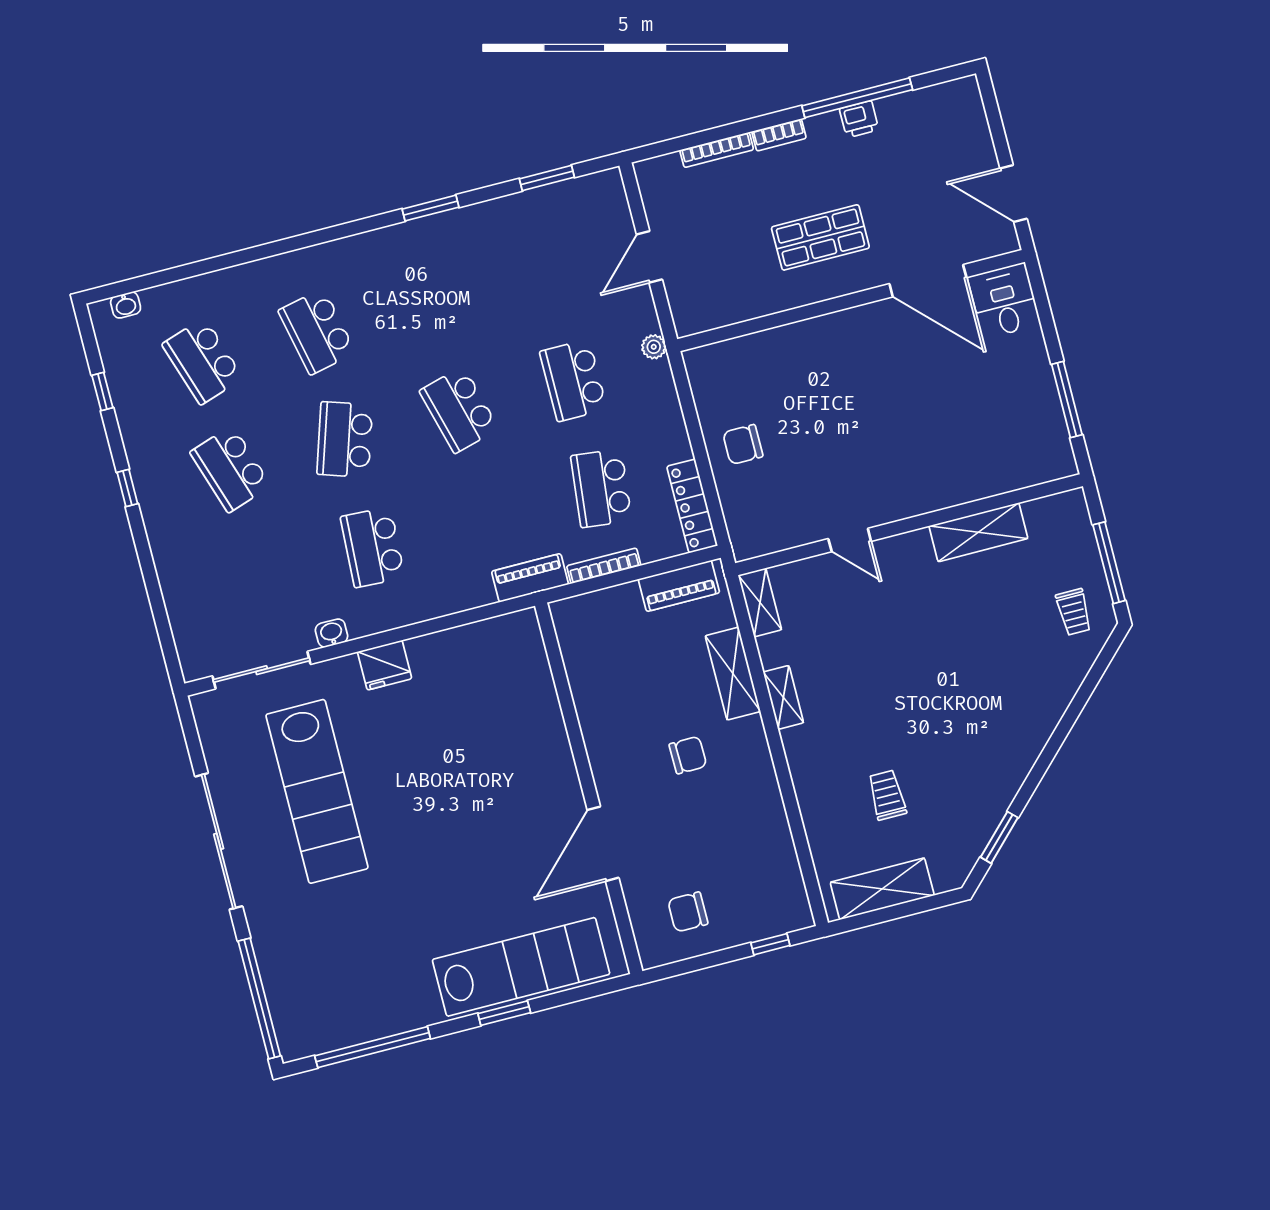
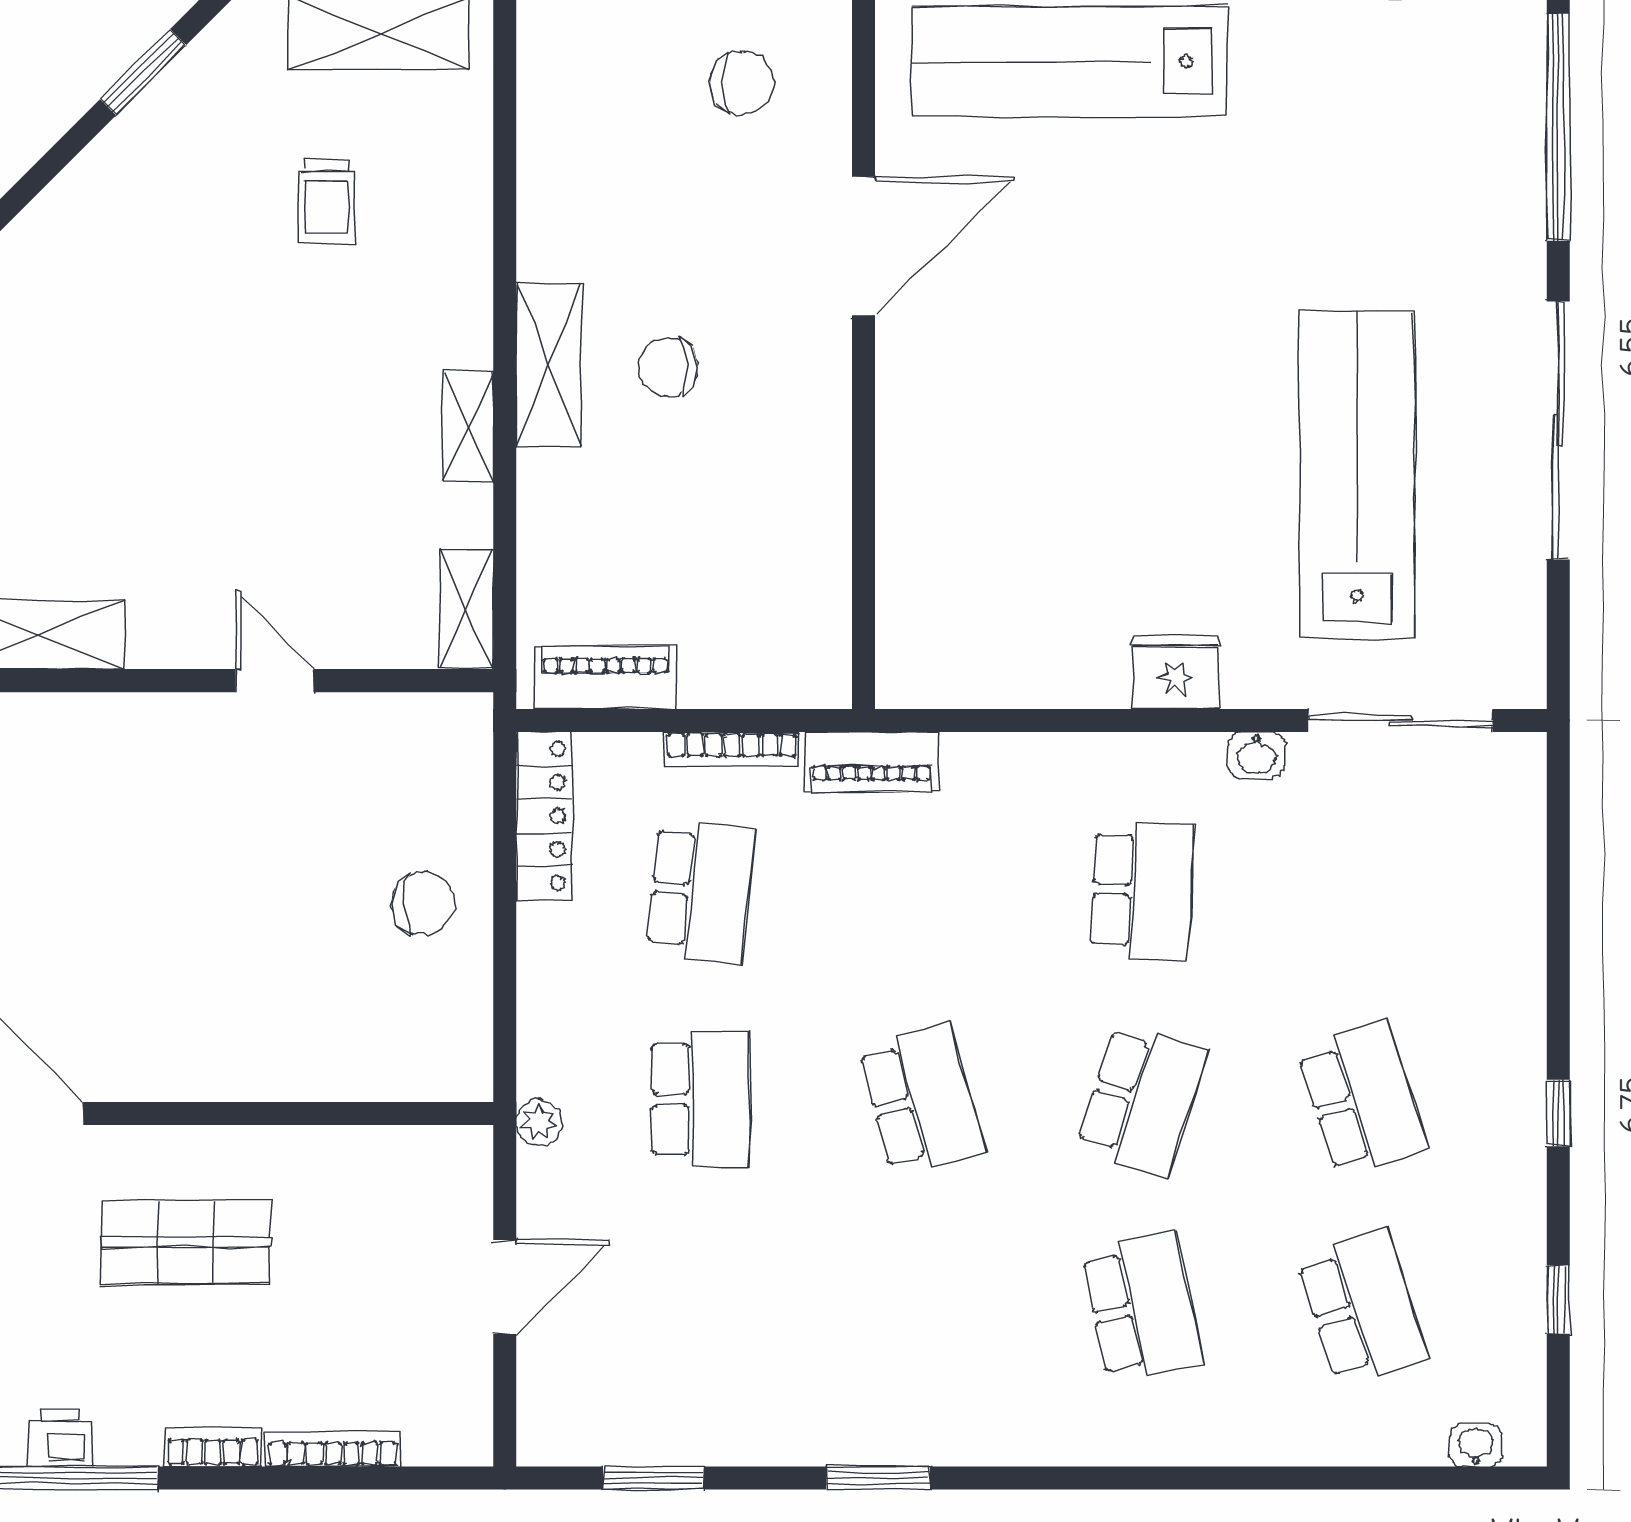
shelving: (733, 674) -> (549, 364), moved

